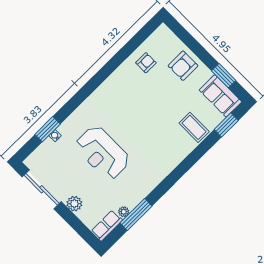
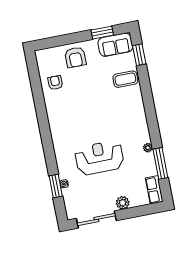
reception desk: (102, 153) -> (99, 158), turned 180
plant: (124, 212) -> (148, 148), moved

